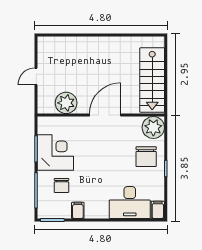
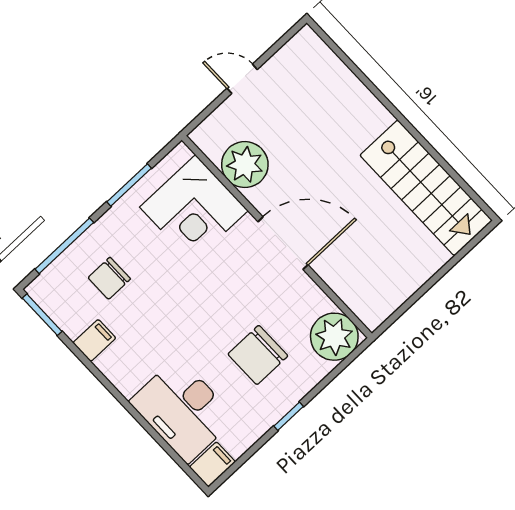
stairs: (152, 80) -> (426, 188), moved, turned -90
corner desk: (55, 152) -> (194, 209), moved, turned 90
chair: (146, 157) -> (258, 355), moved

